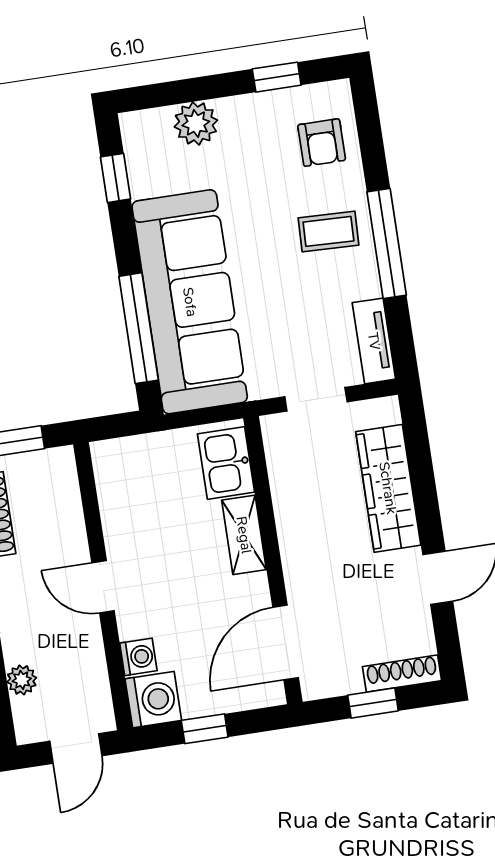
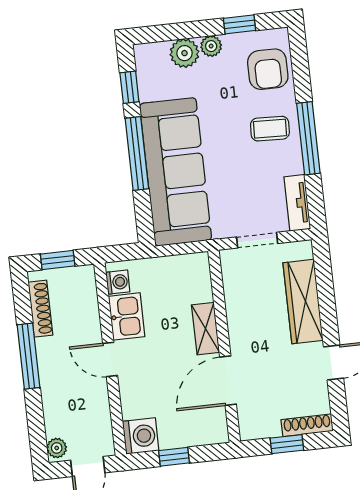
plant: (235, 111) -> (211, 46), added
armchair: (322, 143) -> (268, 69), width x1.38, depth x1.38
window: (139, 328) -> (137, 153), moved
kitchen sink: (226, 463) -> (127, 316), moved, turned 180
door: (286, 642) -> (228, 381), moved
washing machine: (138, 657) -> (118, 282), moved
plant: (22, 680) -> (57, 448), moved

